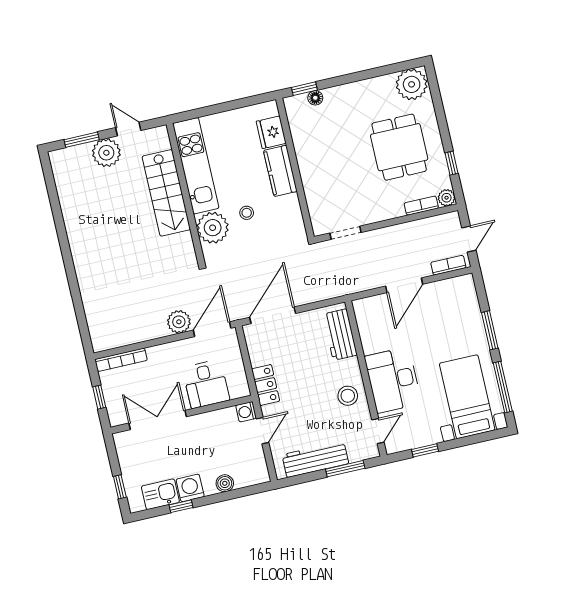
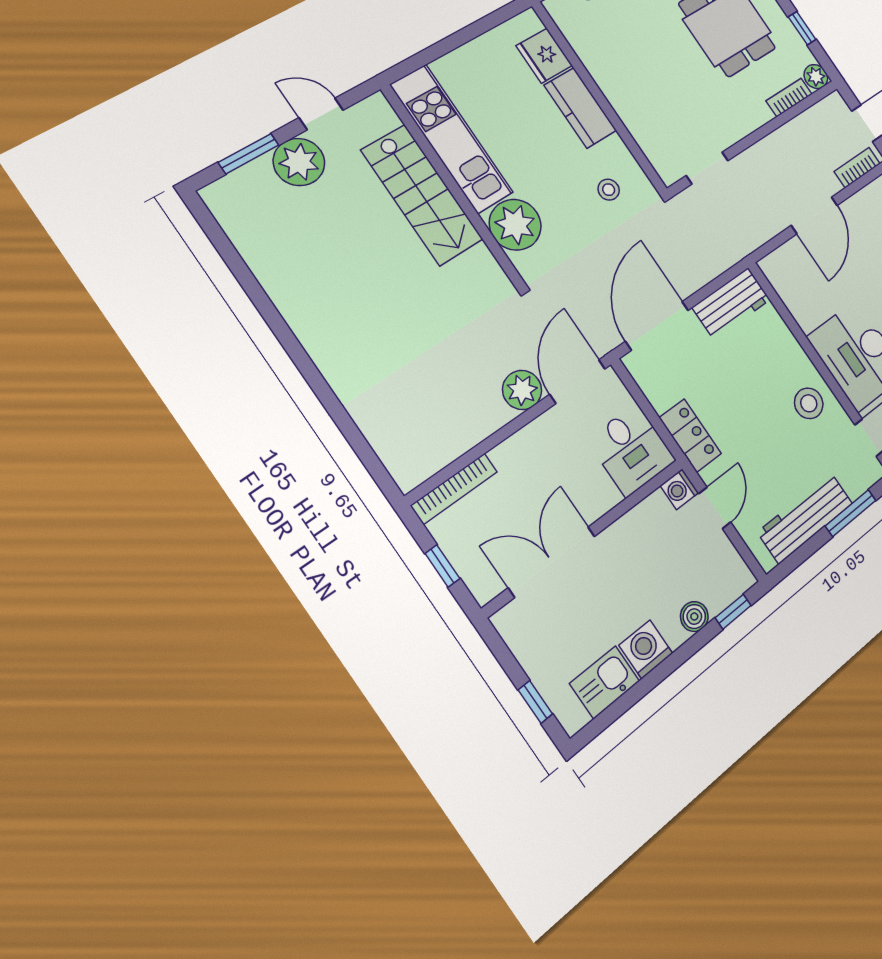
stool: (247, 213) -> (609, 190), moved
workbench: (340, 335) -> (731, 304), moved, turned -90
desk: (206, 384) -> (631, 450), moved
window: (181, 506) -> (733, 612), moved

